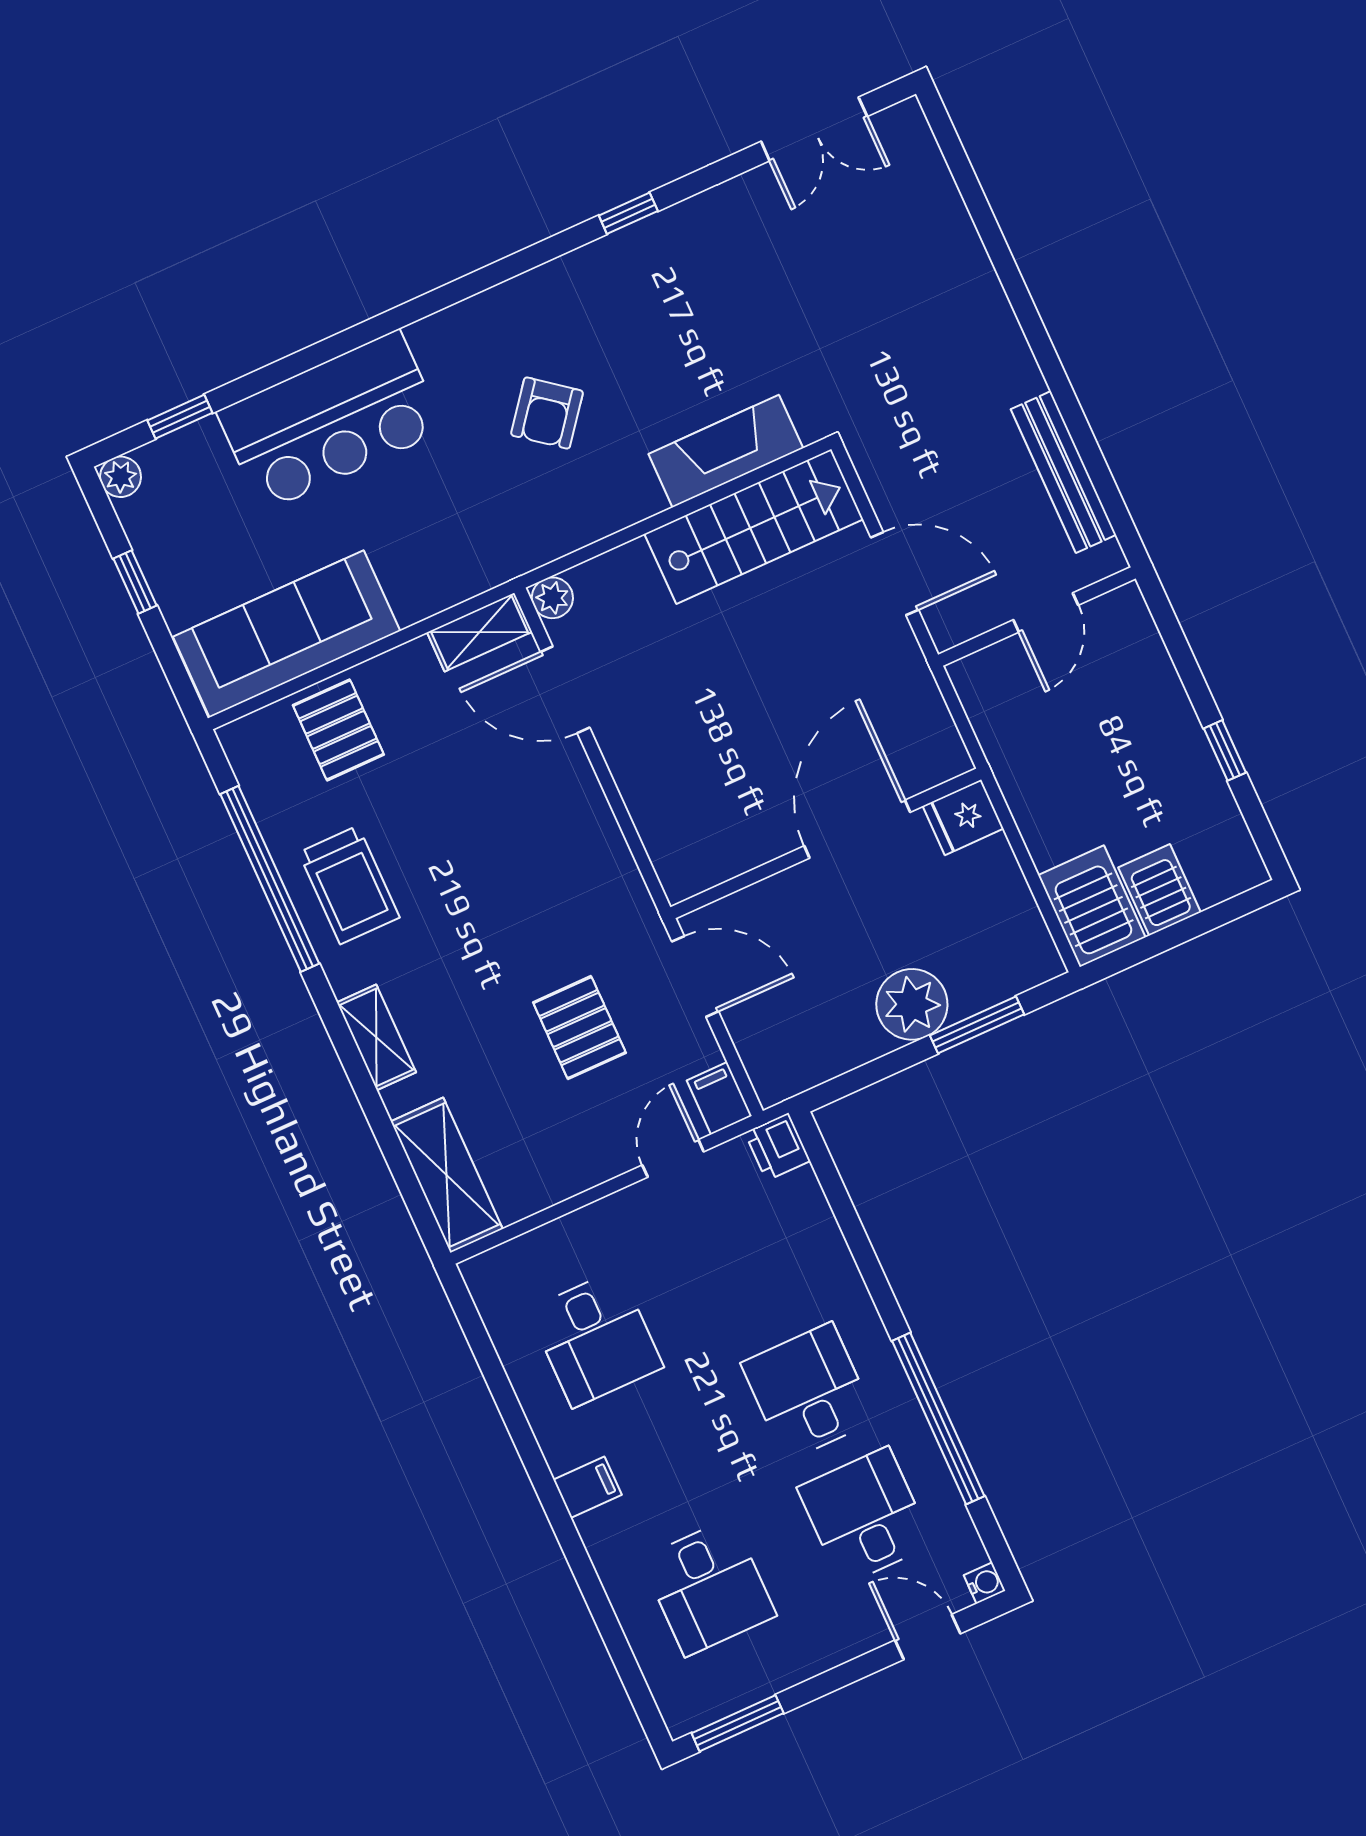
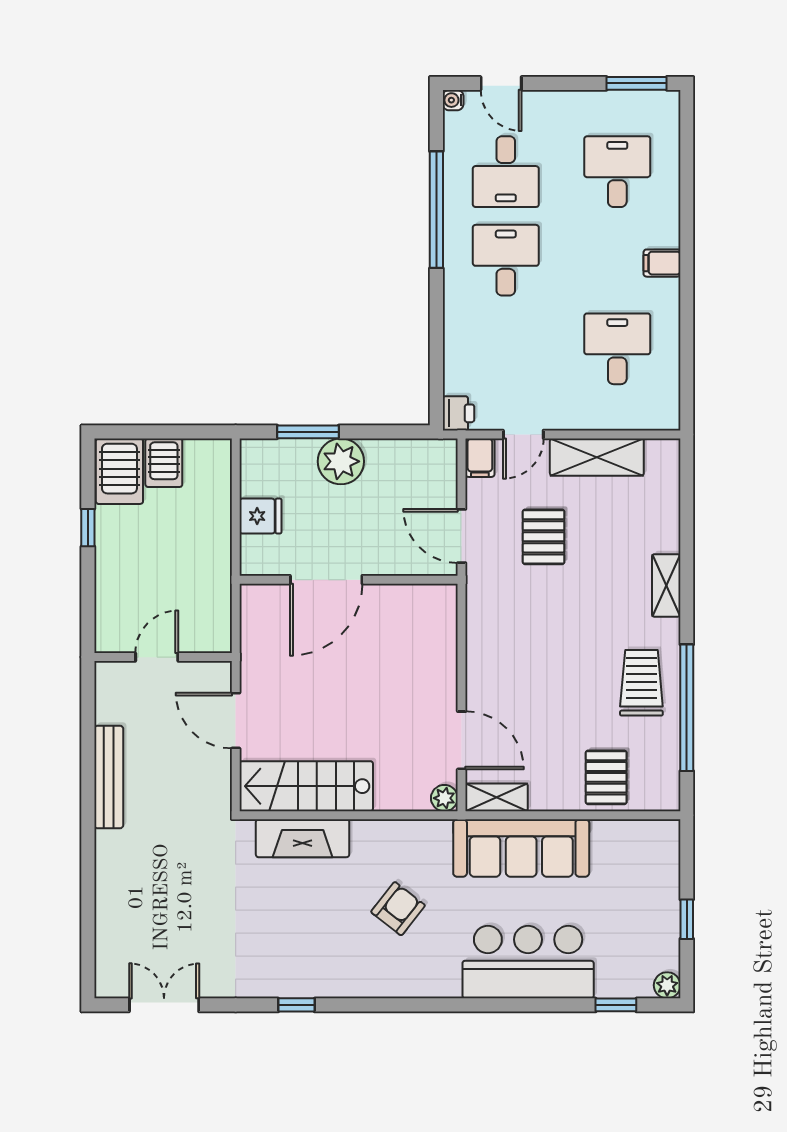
bench: (1063, 472) -> (109, 777), moved
sofa: (287, 634) -> (521, 848), moved
fridge: (963, 817) -> (260, 516), moved
server rack: (1092, 906) -> (119, 471), moved
shelving: (447, 1175) -> (597, 457), moved, turned 90
desk: (809, 1392) -> (506, 260), turned 180

